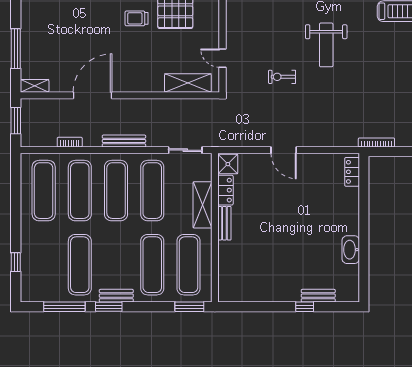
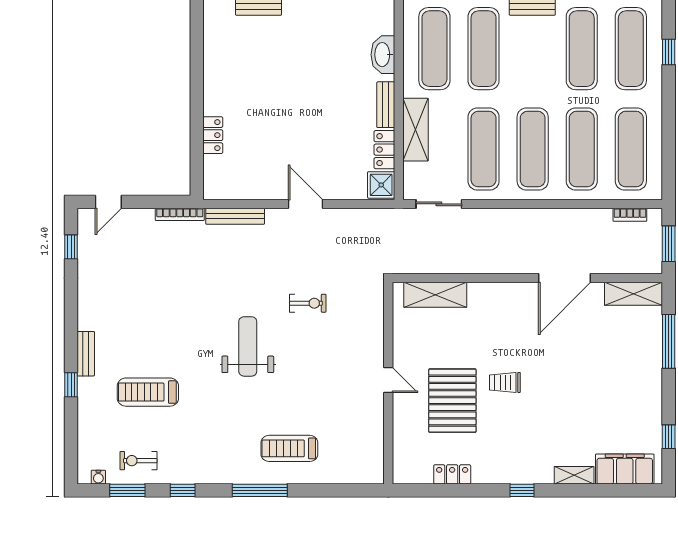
trolley: (136, 18) -> (505, 382), turned 180
door: (223, 58) -> (388, 380), moved
shelving: (35, 86) -> (633, 294), width x1.50, depth x1.33
bench: (124, 141) -> (235, 216), moved
bookcase: (70, 142) -> (630, 215), moved
locker: (352, 172) -> (213, 135), moved
washbasin: (351, 250) -> (383, 55), moved, turned 180
exercise mat: (44, 265) -> (631, 49), added

